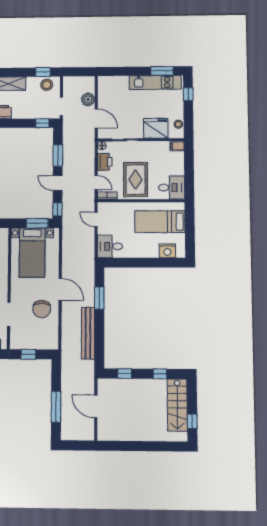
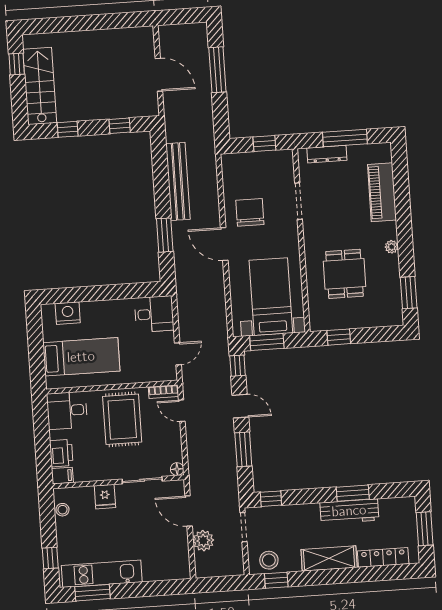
fridge: (156, 128) -> (105, 497), width x0.53, depth x0.75
printer: (105, 162) -> (61, 453), moved, turned 180
door: (96, 219) -> (178, 354), hinge flipped

